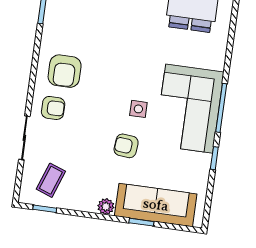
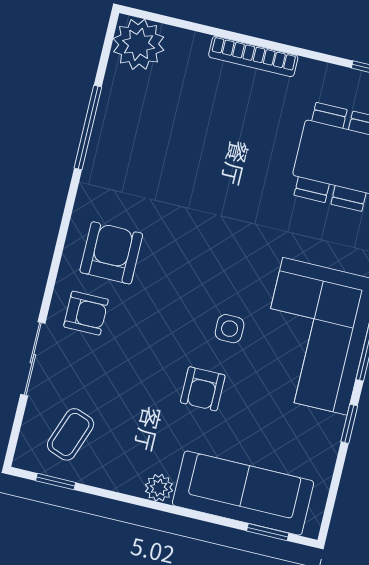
armchair: (65, 71) -> (111, 253), turned 180
armchair: (126, 146) -> (203, 389), turned -95
window: (141, 222) -> (268, 532), moved

